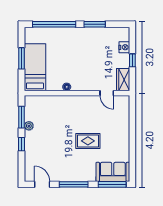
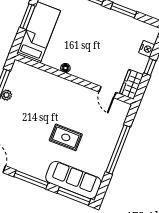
window: (132, 135) -> (118, 149), added
sofa: (113, 172) -> (73, 180), width x1.36

